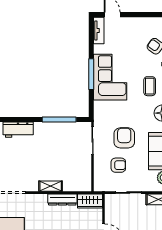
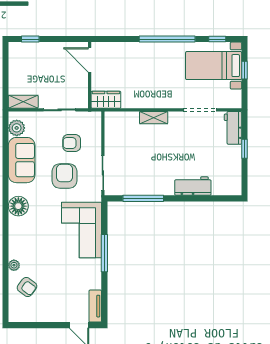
corner sofa: (110, 77) -> (81, 230), moved
coffee table: (150, 86) -> (34, 239), removed
armchair: (124, 138) -> (64, 176), turned 180
dresser: (62, 199) -> (139, 102), removed

